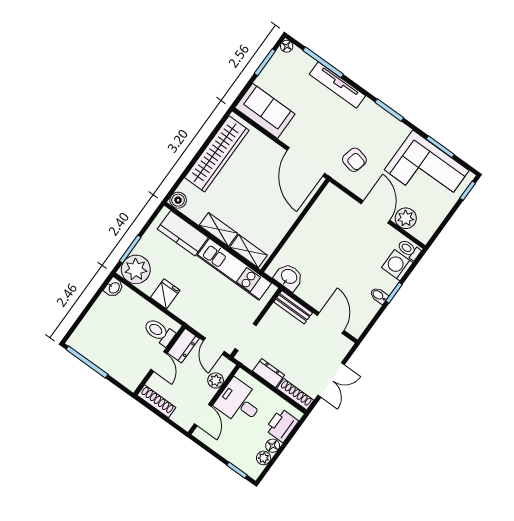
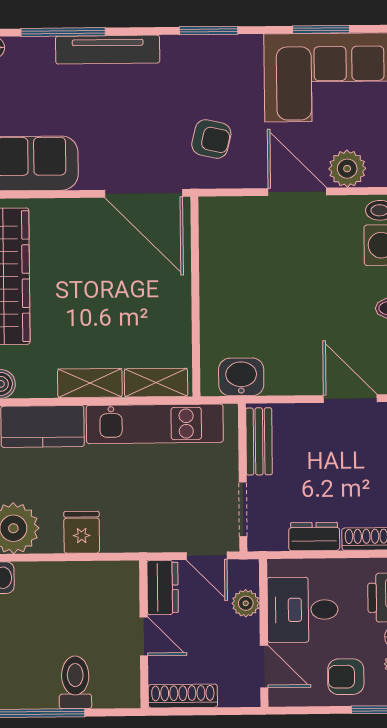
bench: (293, 307) -> (259, 441), moved, turned 90
toilet: (159, 332) -> (75, 682), moved, turned 90
armchair: (236, 447) -> (346, 677), added

